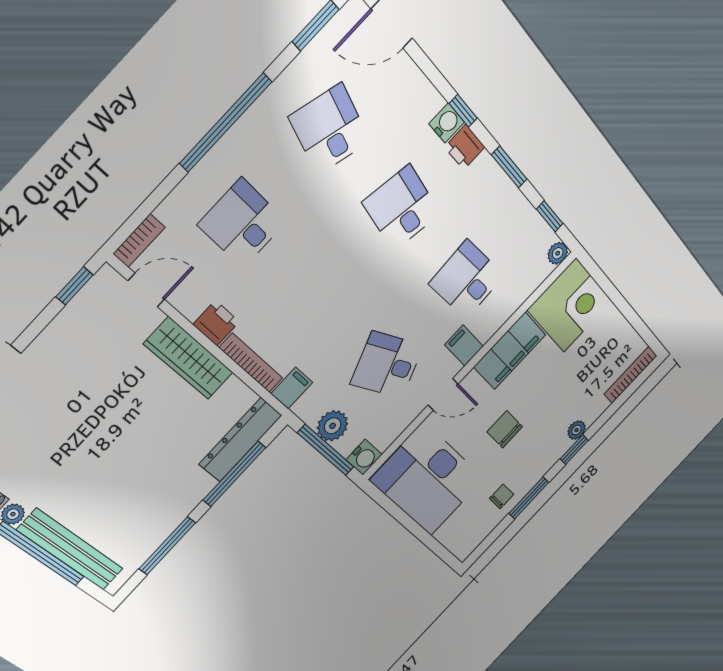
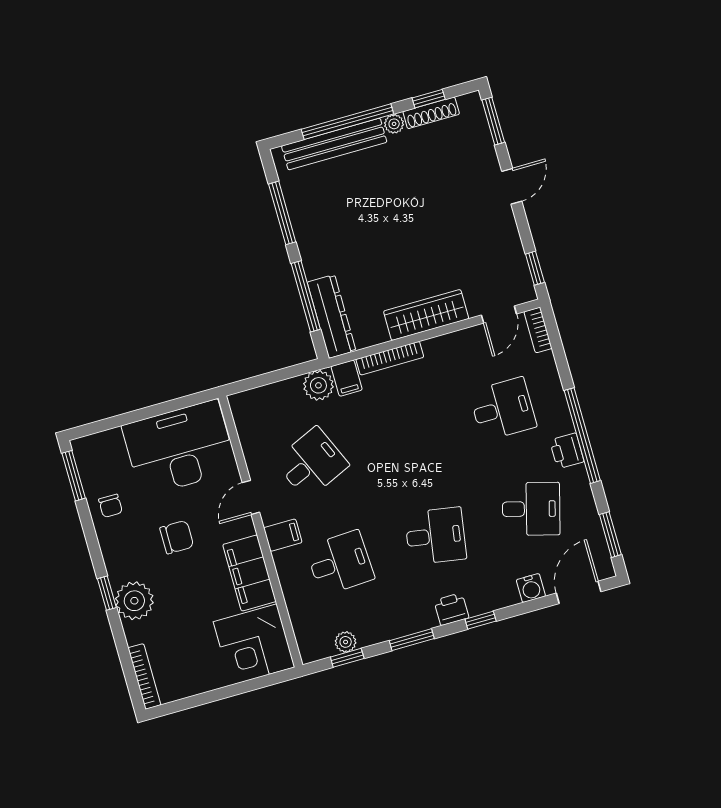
water cooler: (447, 123) -> (531, 588), moved
plant: (558, 253) -> (346, 642), moved
printer: (216, 323) -> (567, 451), moved, turned 90
plant: (333, 426) -> (318, 385), moved
plant: (577, 430) -> (134, 601), width x1.88, depth x1.88
window: (326, 450) -> (272, 377), removed
water cooler: (364, 457) -> (242, 405), removed
window: (529, 498) -> (74, 476), moved

